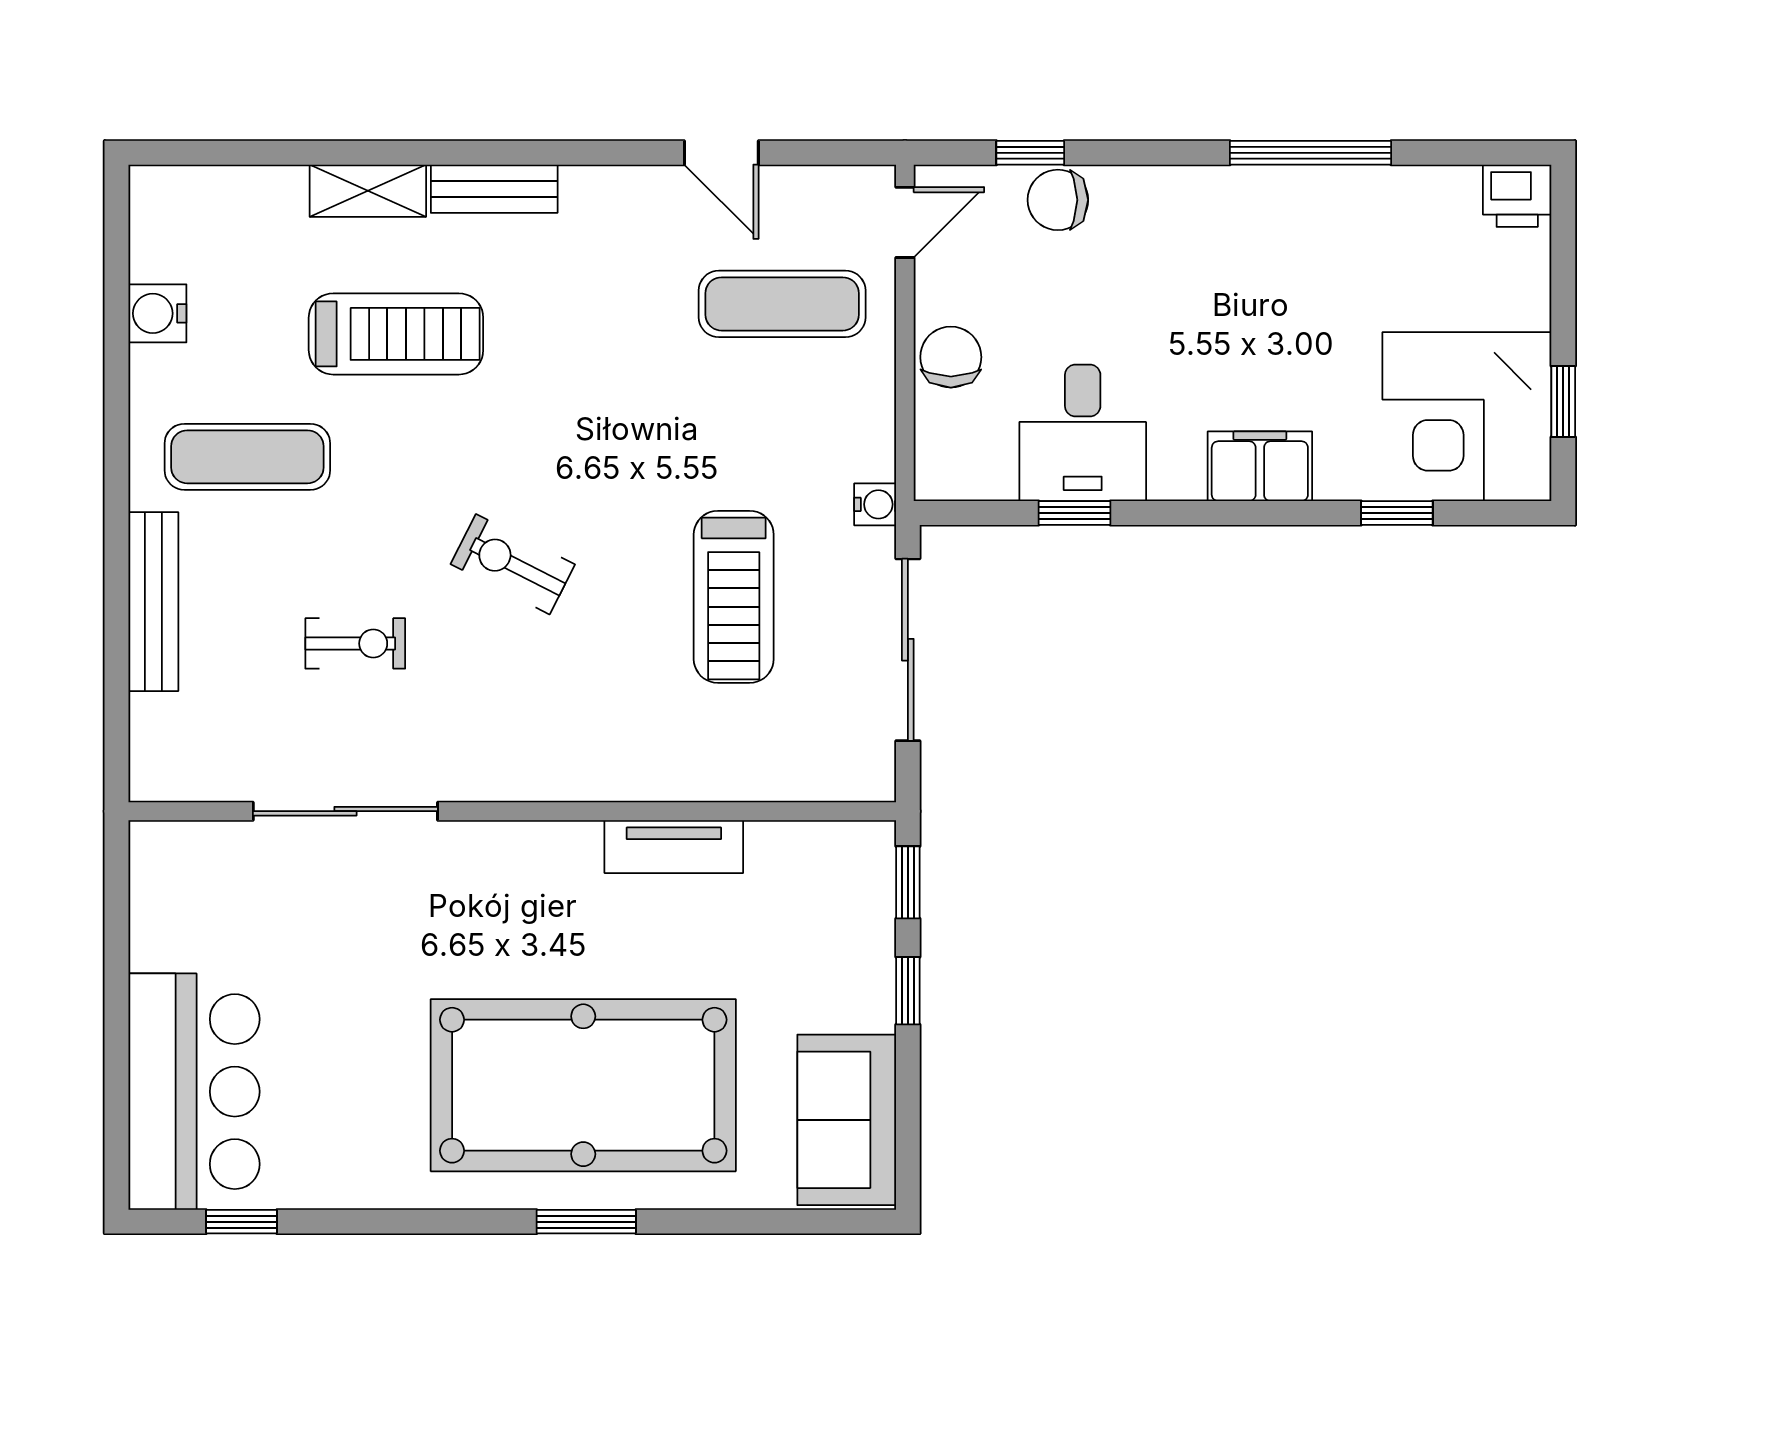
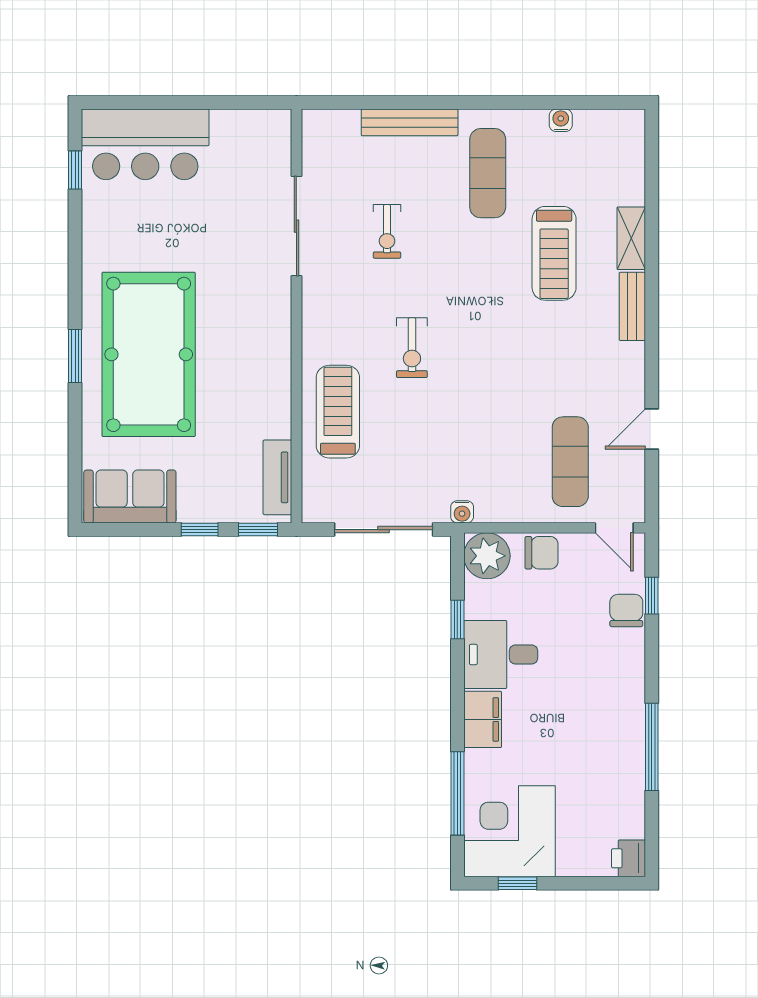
water cooler: (157, 313) -> (561, 120), width x0.72, depth x0.72
desk: (1083, 433) -> (501, 654), moved
plant: (957, 458) -> (487, 556), added
window: (1397, 513) -> (457, 793), width x2.17
exercise bike: (513, 564) -> (412, 348), moved, turned 153
treadmill: (734, 597) -> (338, 412), moved, turned 90
tv unit: (674, 847) -> (277, 477), moved

